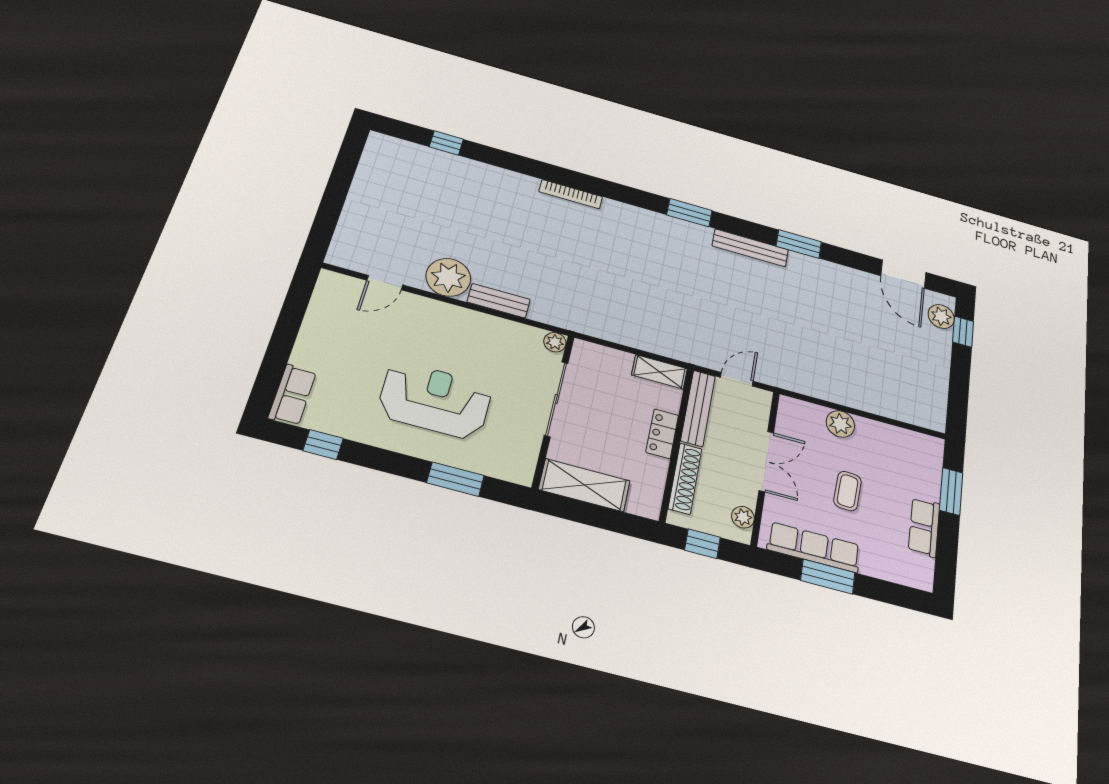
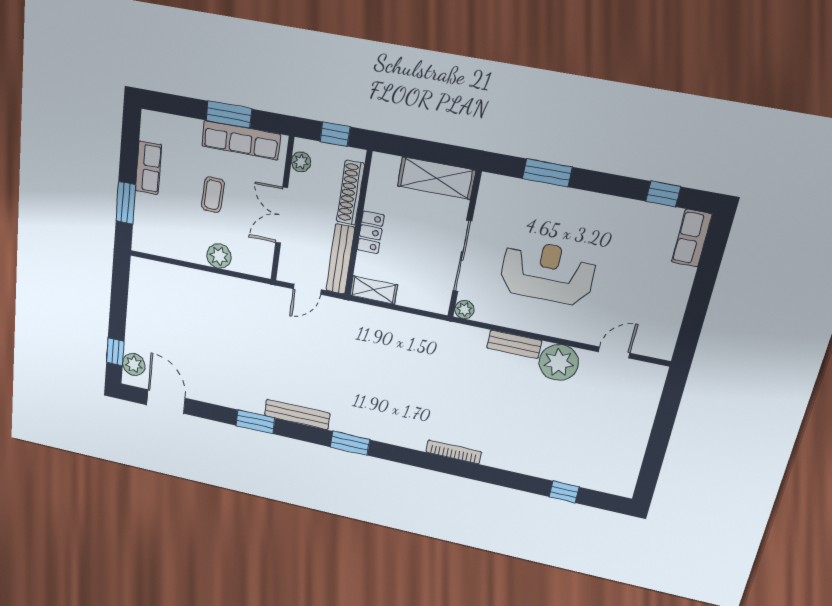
reception desk: (435, 400) -> (547, 272), moved, turned 180

